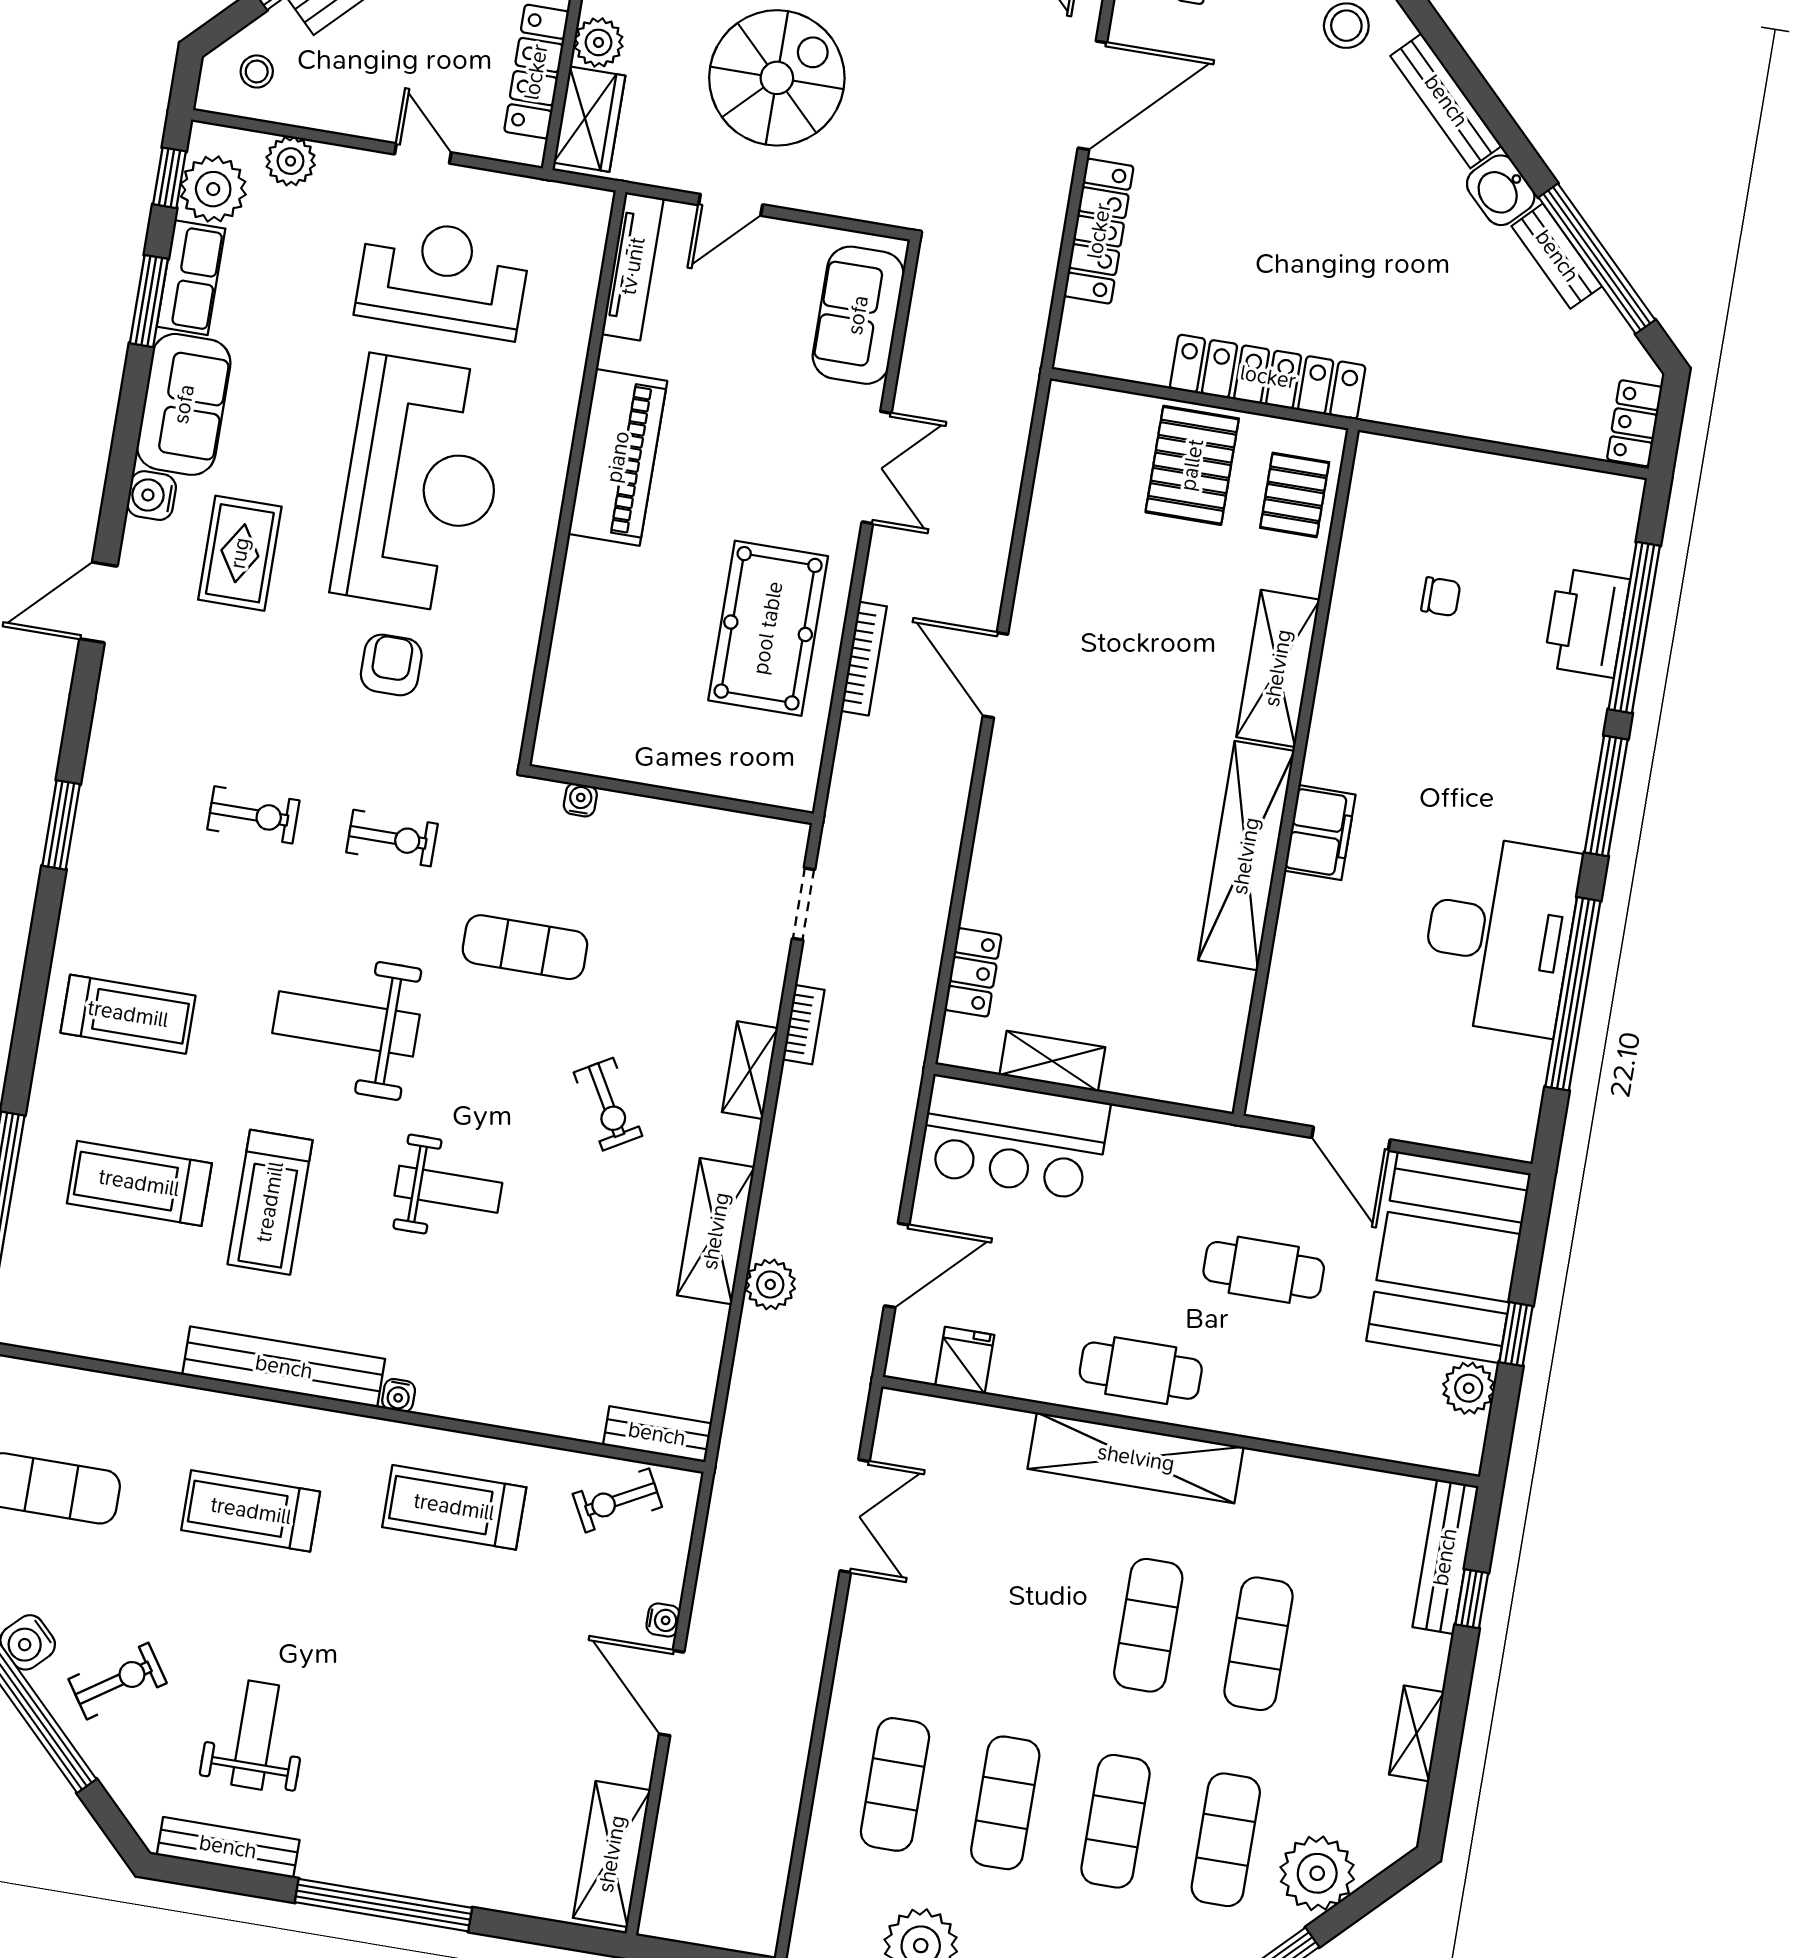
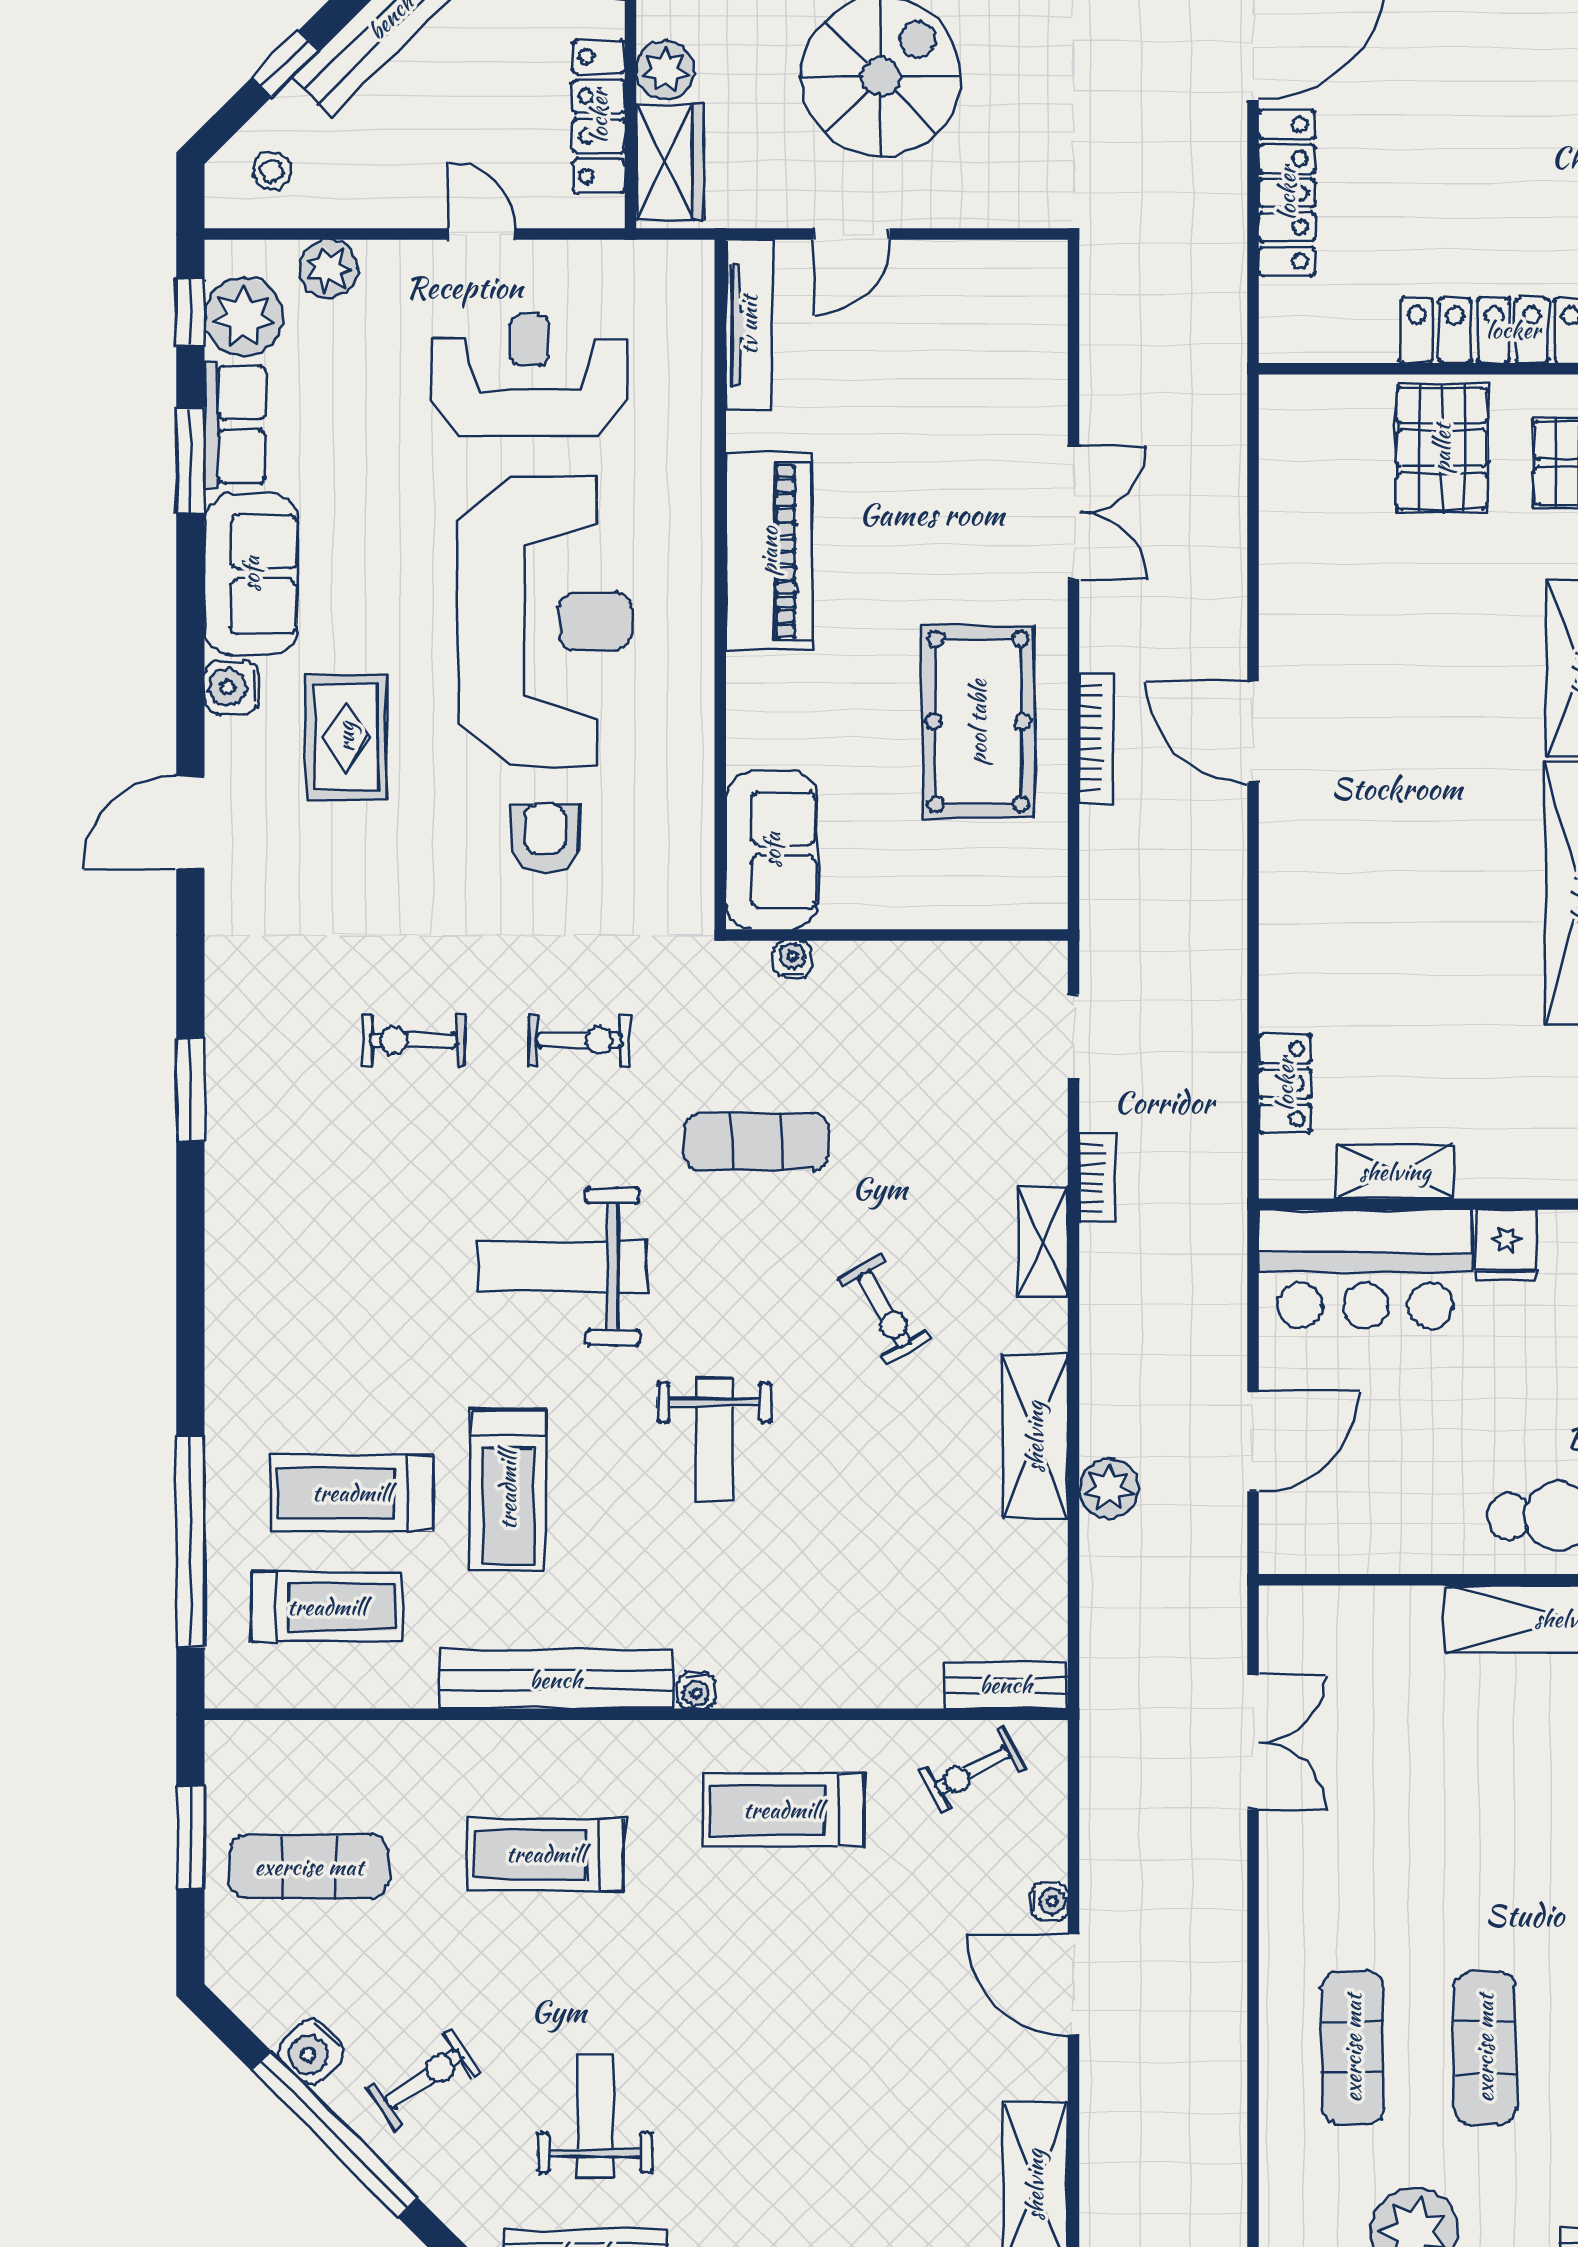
sofa: (858, 315) -> (772, 850), moved, turned 180
exercise bike: (253, 815) -> (413, 1040), turned 180
treadmill: (128, 1014) -> (327, 1607), moved
weight bench: (448, 1189) -> (714, 1440), turned 90
fridge: (965, 1360) -> (1506, 1245), moved, turned 180

